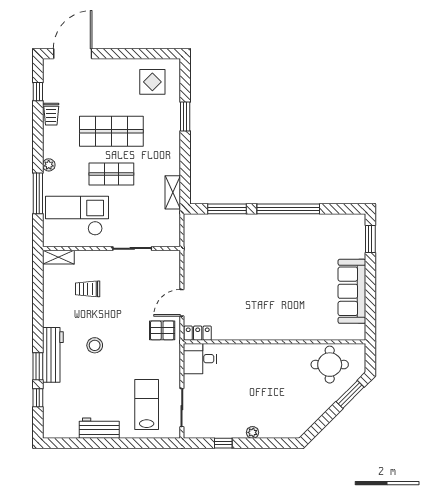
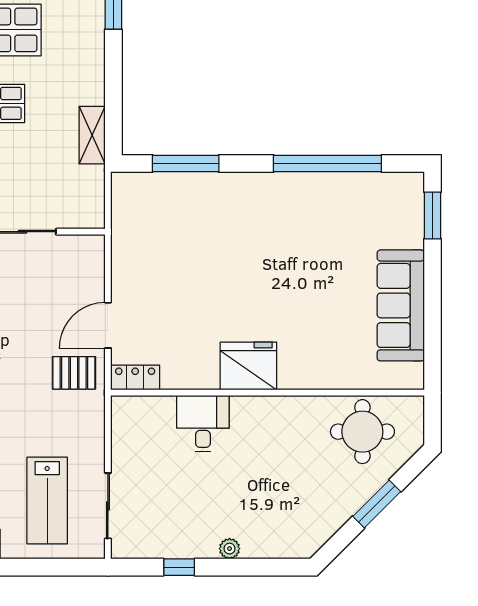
window: (288, 209) -> (327, 164), moved
fridge: (263, 326) -> (248, 366), added
desk: (200, 359) -> (203, 424), moved, turned 90
window: (350, 394) -> (377, 504), moved
lab bench: (147, 405) -> (47, 501), turned 180

